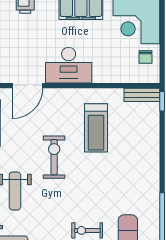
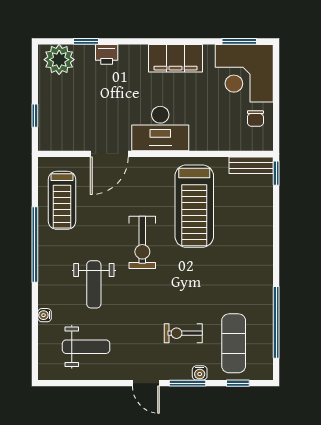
treadmill: (96, 128) -> (194, 206), width x1.37, depth x1.38
exercise bike: (54, 157) -> (142, 242), turned 180

